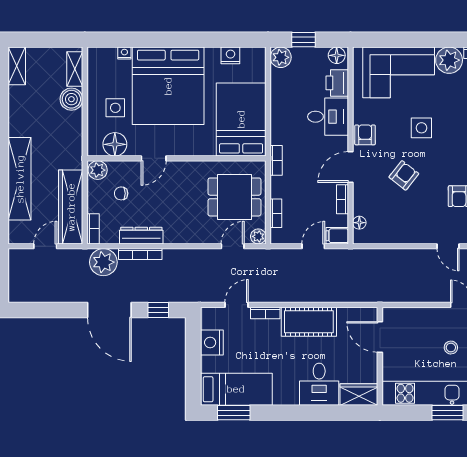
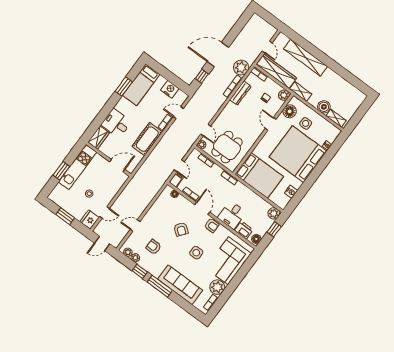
shelving: (17, 66) -> (301, 92), moved
door: (237, 305) -> (178, 113), swing flipped
window: (234, 413) -> (124, 87), moved

